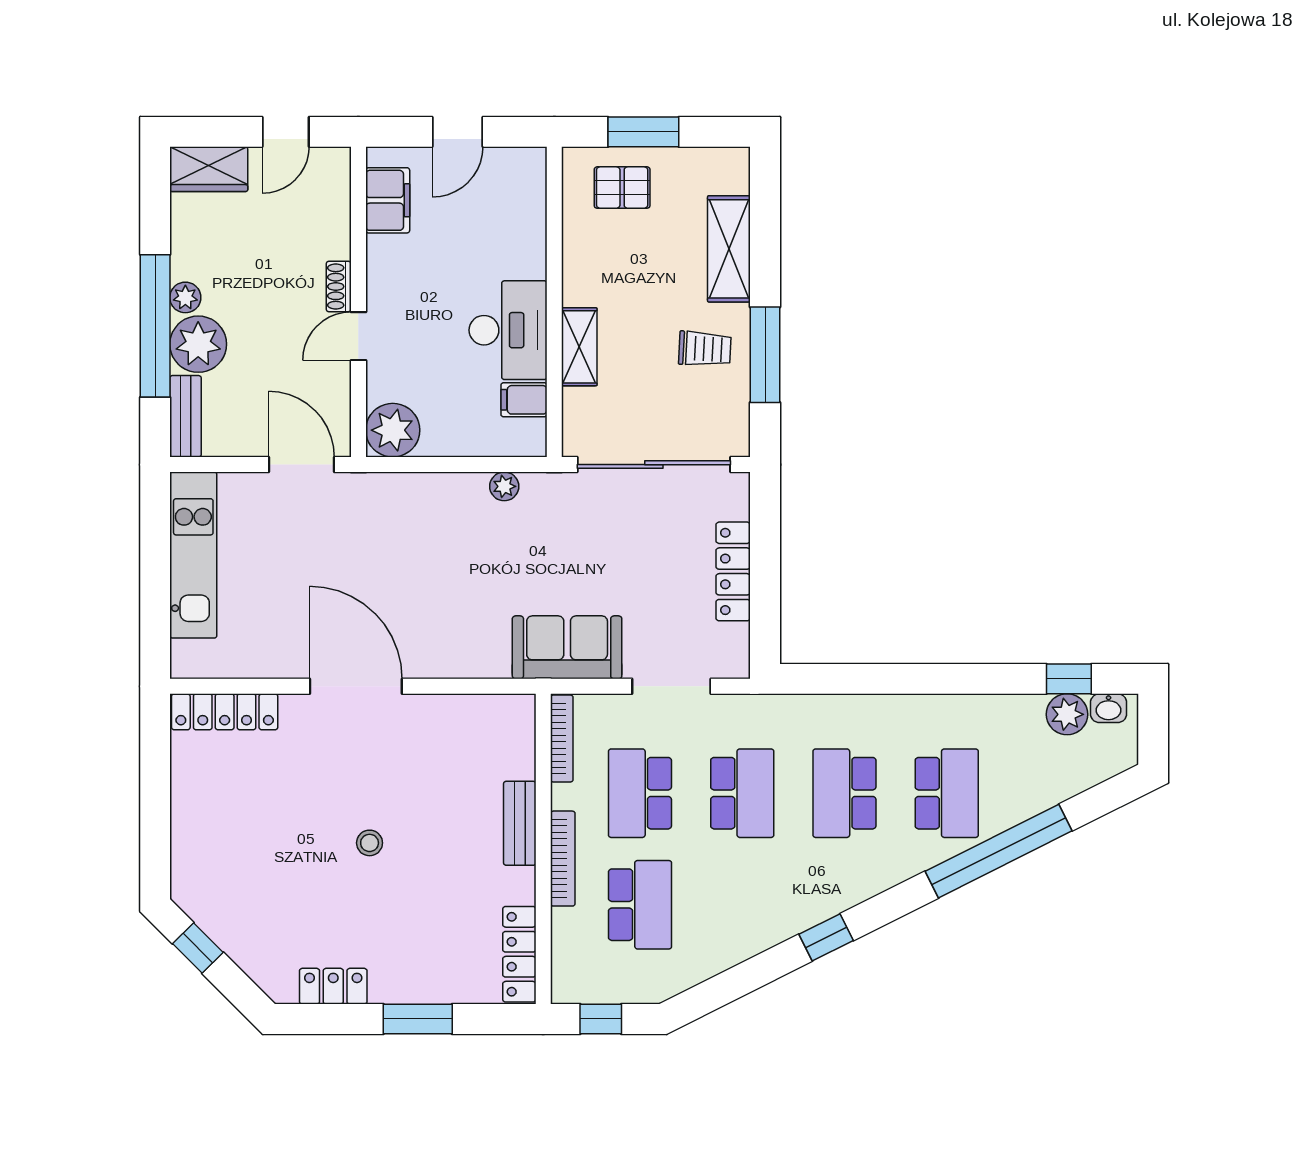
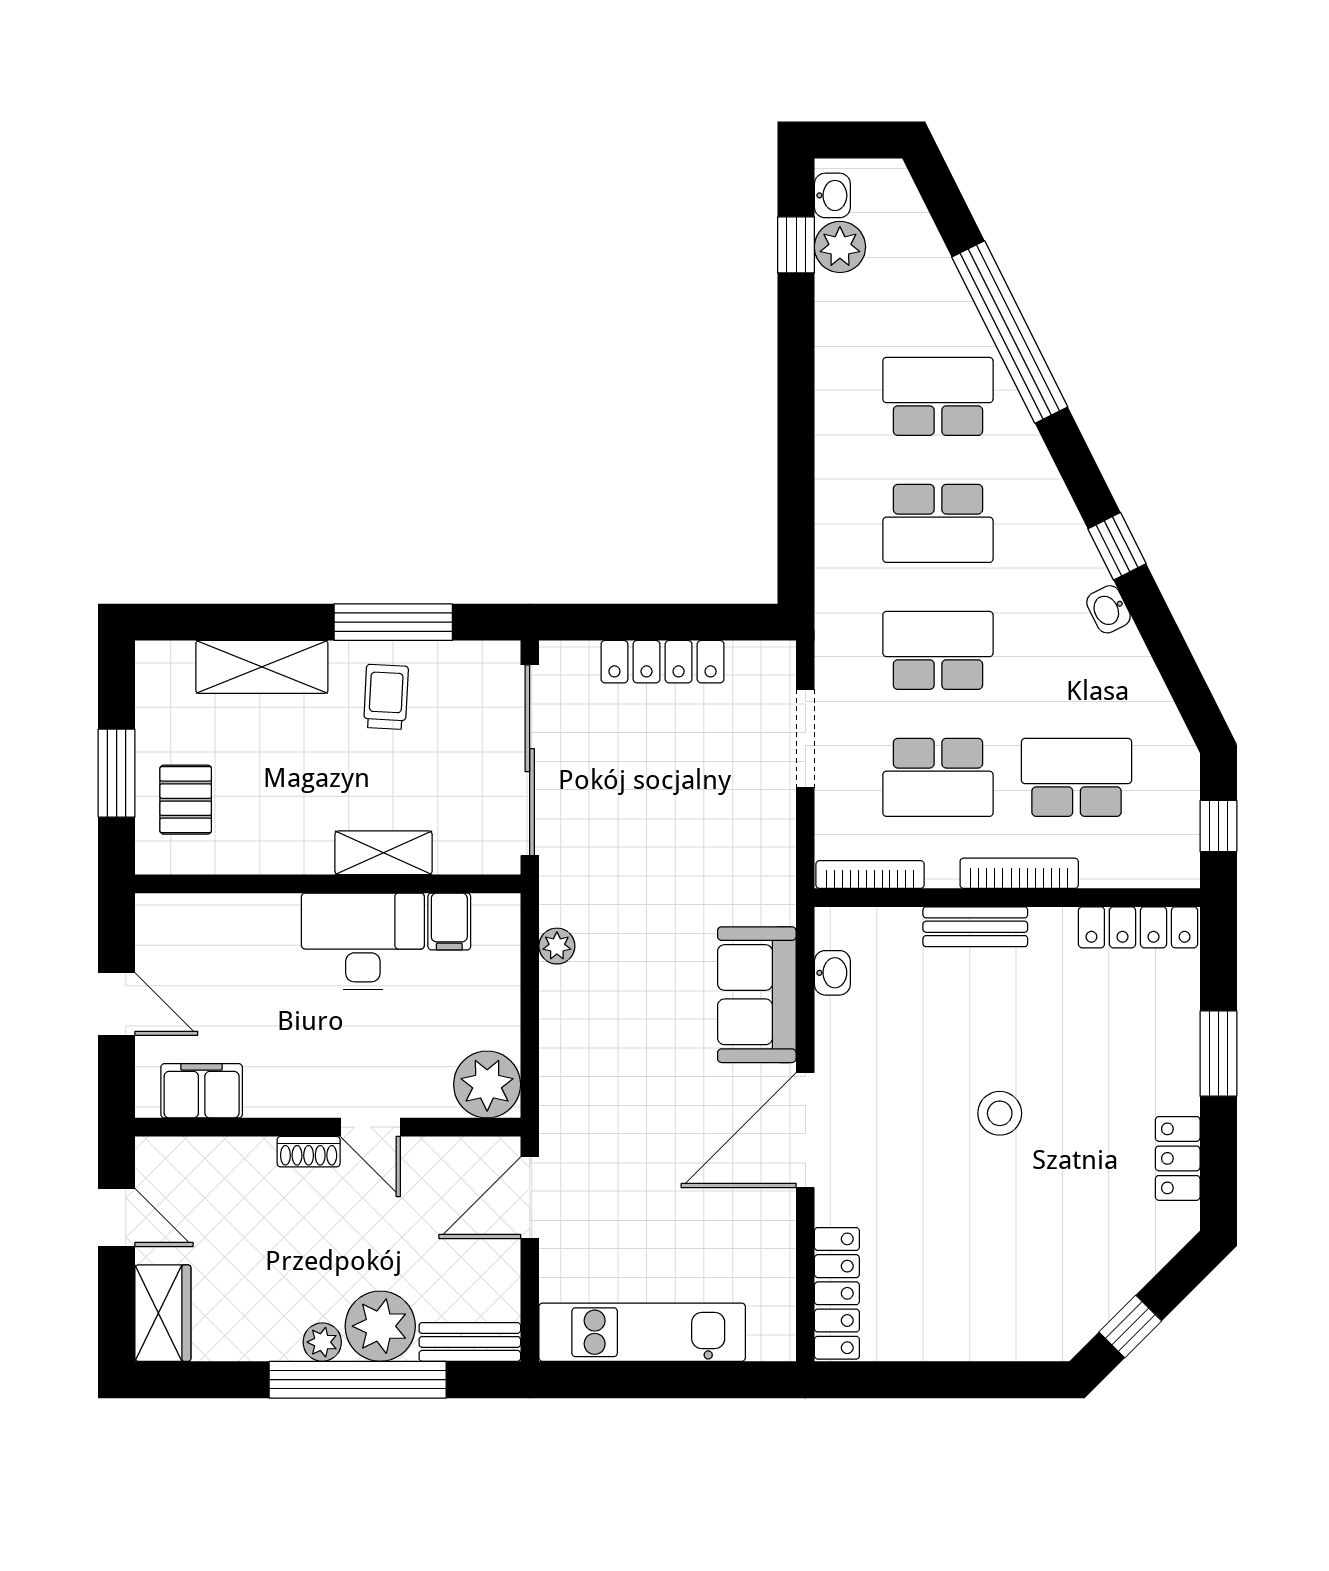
sofa: (567, 647) -> (757, 995), moved
washbasin: (483, 708) -> (832, 973), added
stool: (370, 843) -> (1000, 1113), width x1.37, depth x1.37
washbasin: (775, 931) -> (1109, 609), added

